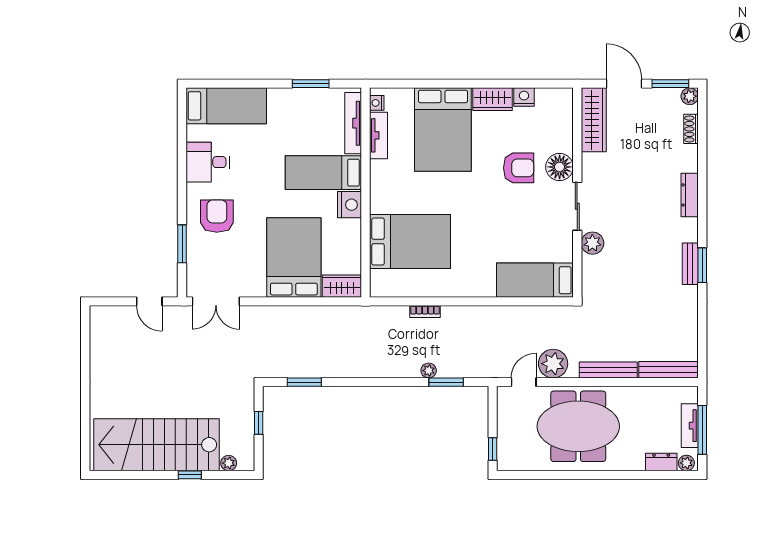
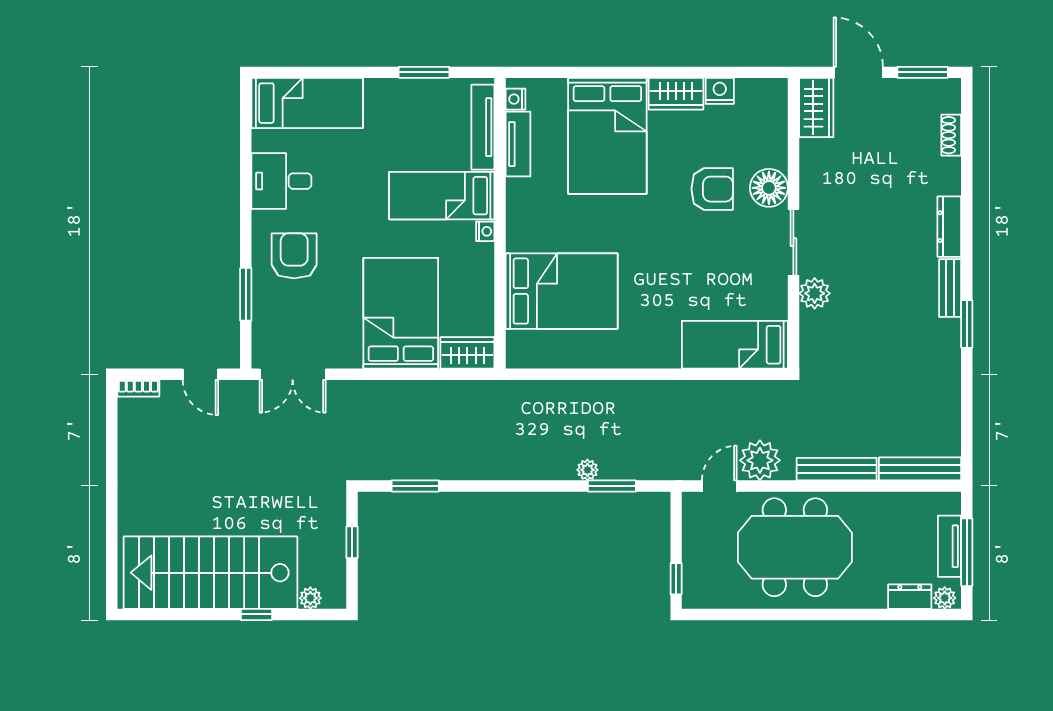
plant: (690, 96) -> (949, 90), removed
wardrobe: (594, 120) -> (816, 108), width x0.67
nightstand: (350, 205) -> (485, 231), width x0.53, depth x0.56
bench: (690, 264) -> (950, 288), moved
bookcase: (425, 312) -> (138, 388), moved

